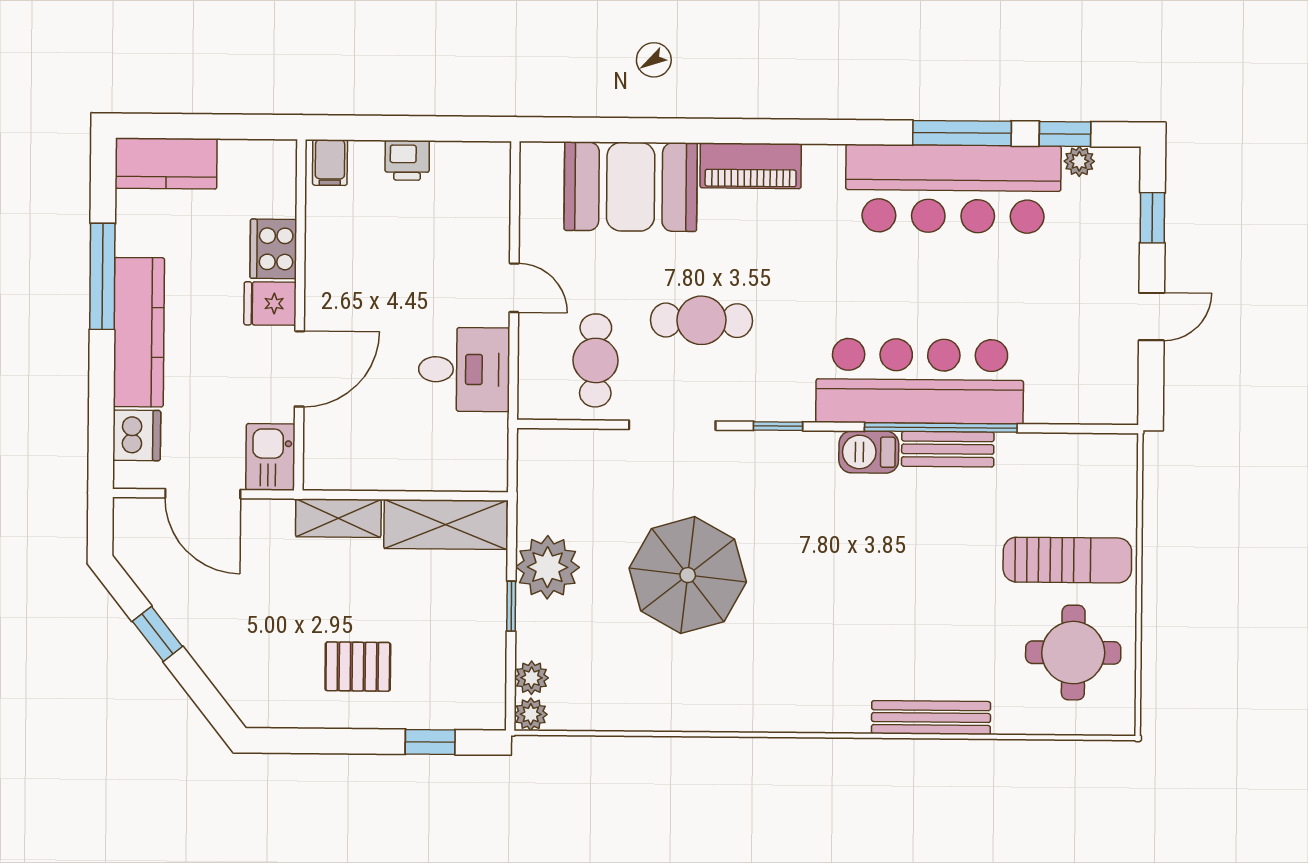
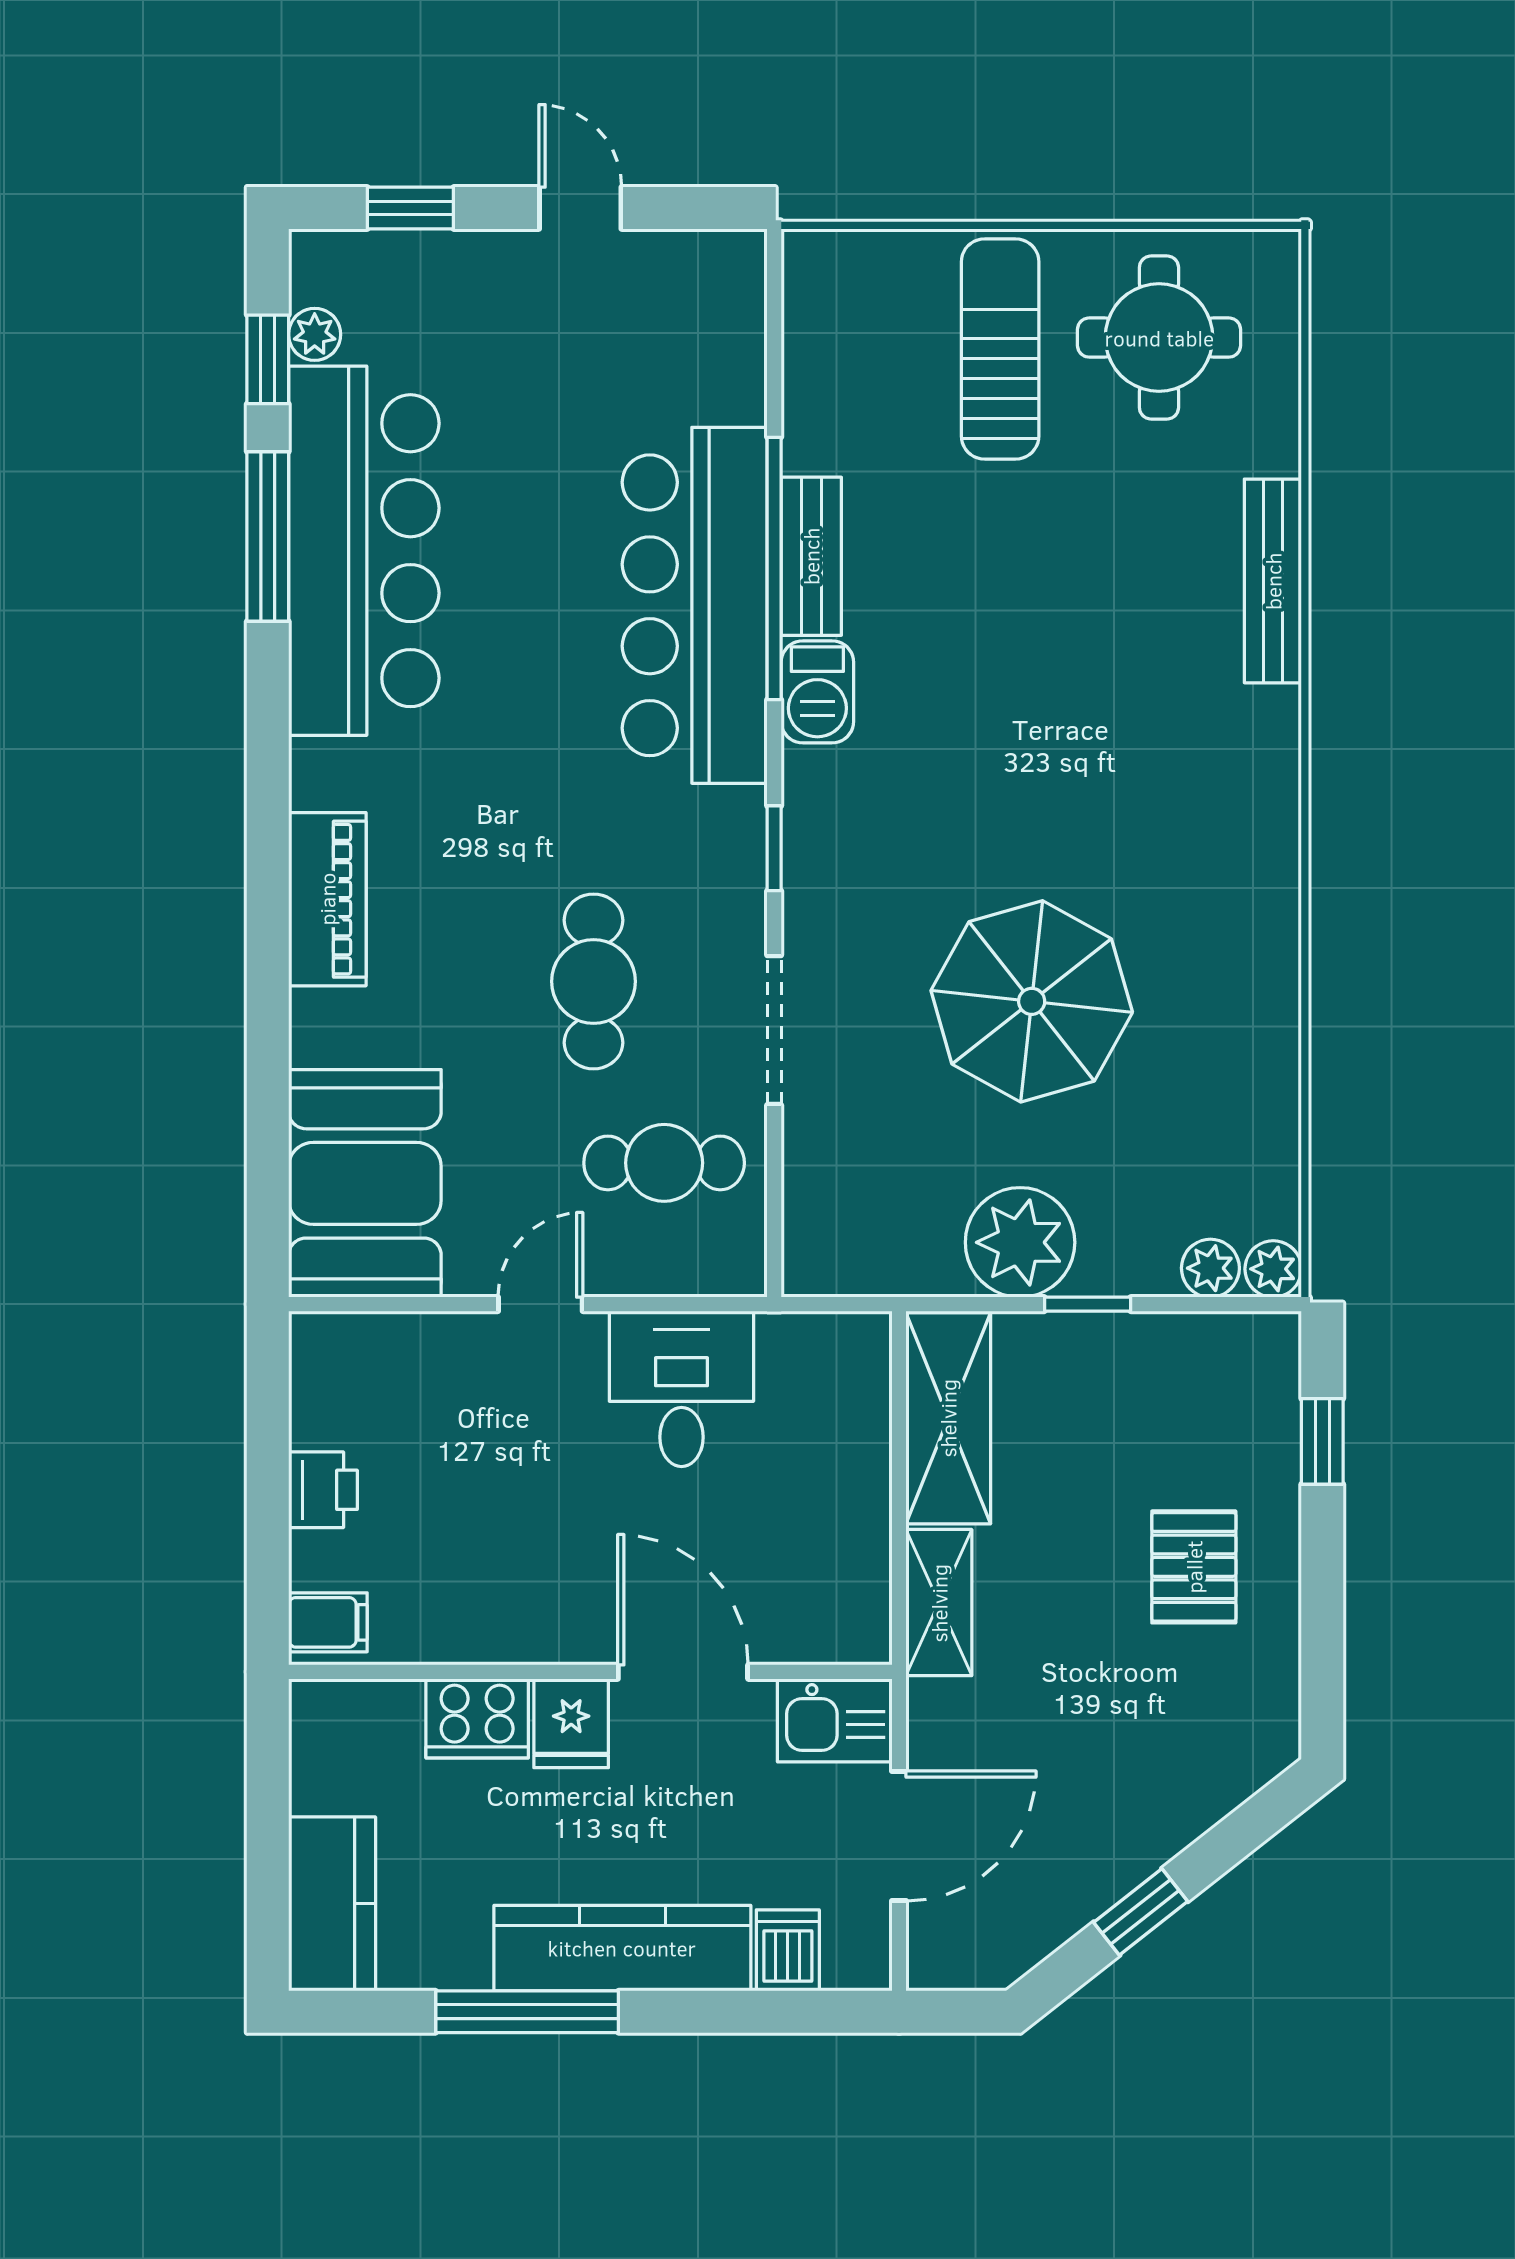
booth: (631, 187) -> (365, 1183), moved
dishwasher: (137, 435) -> (788, 1950), width x0.73

